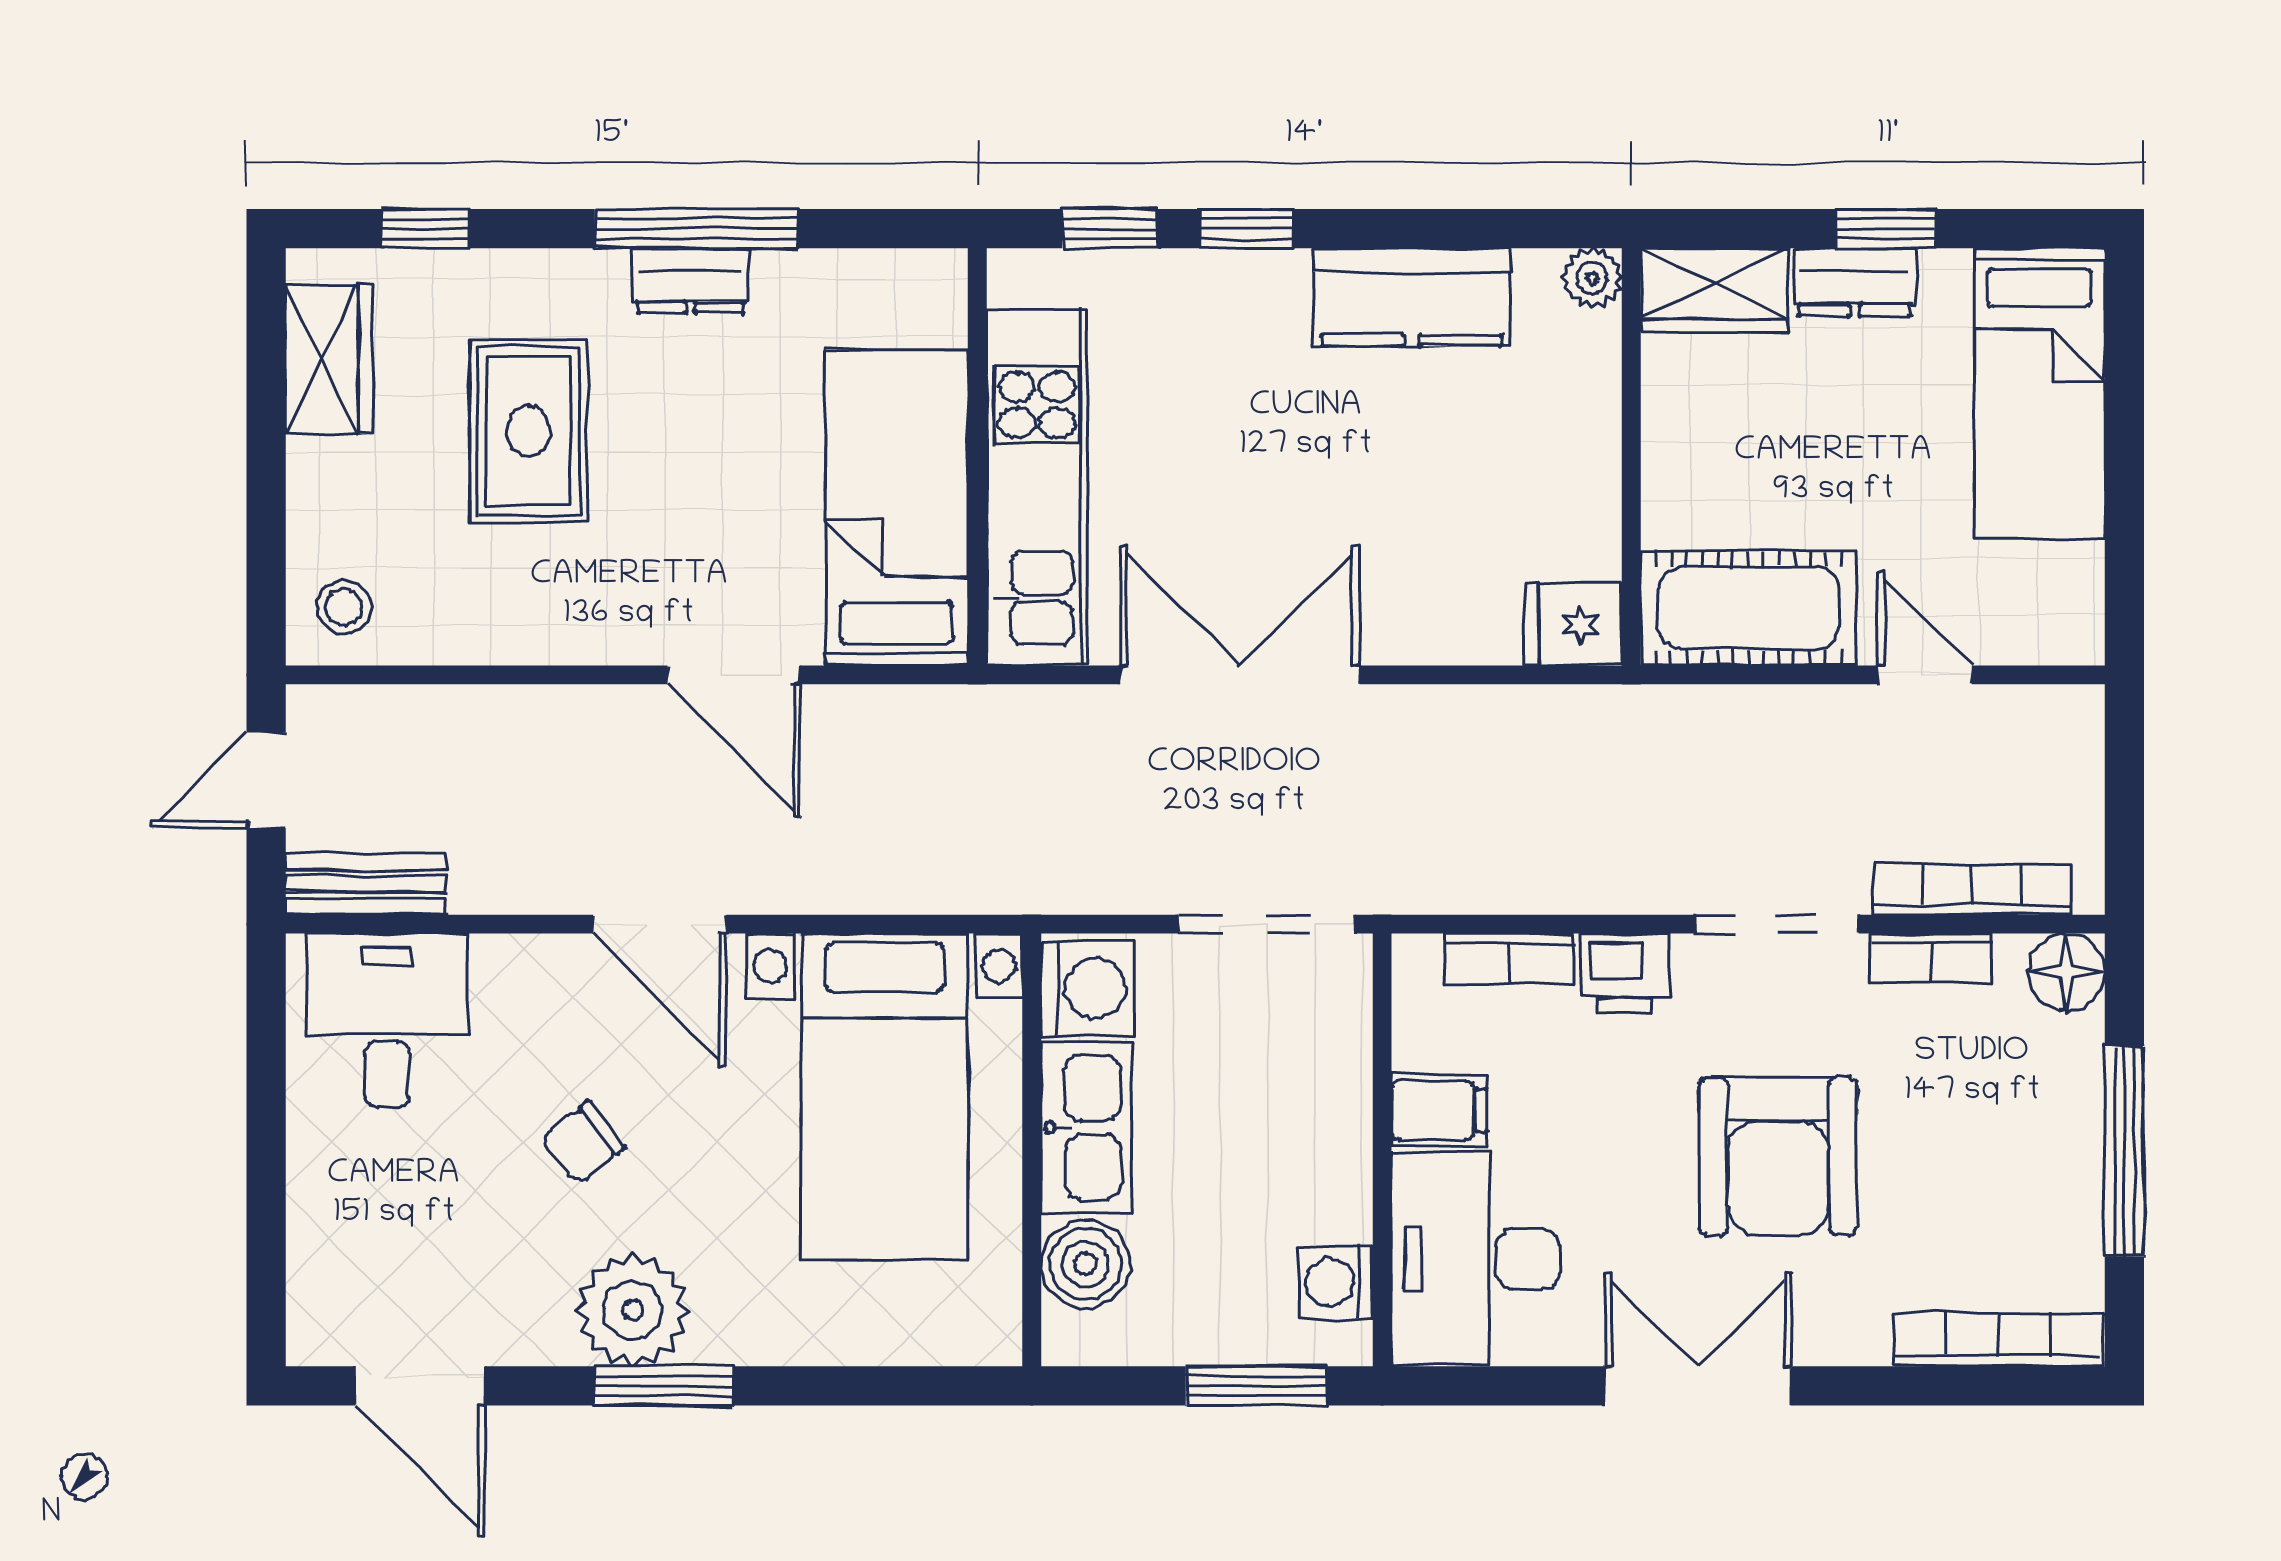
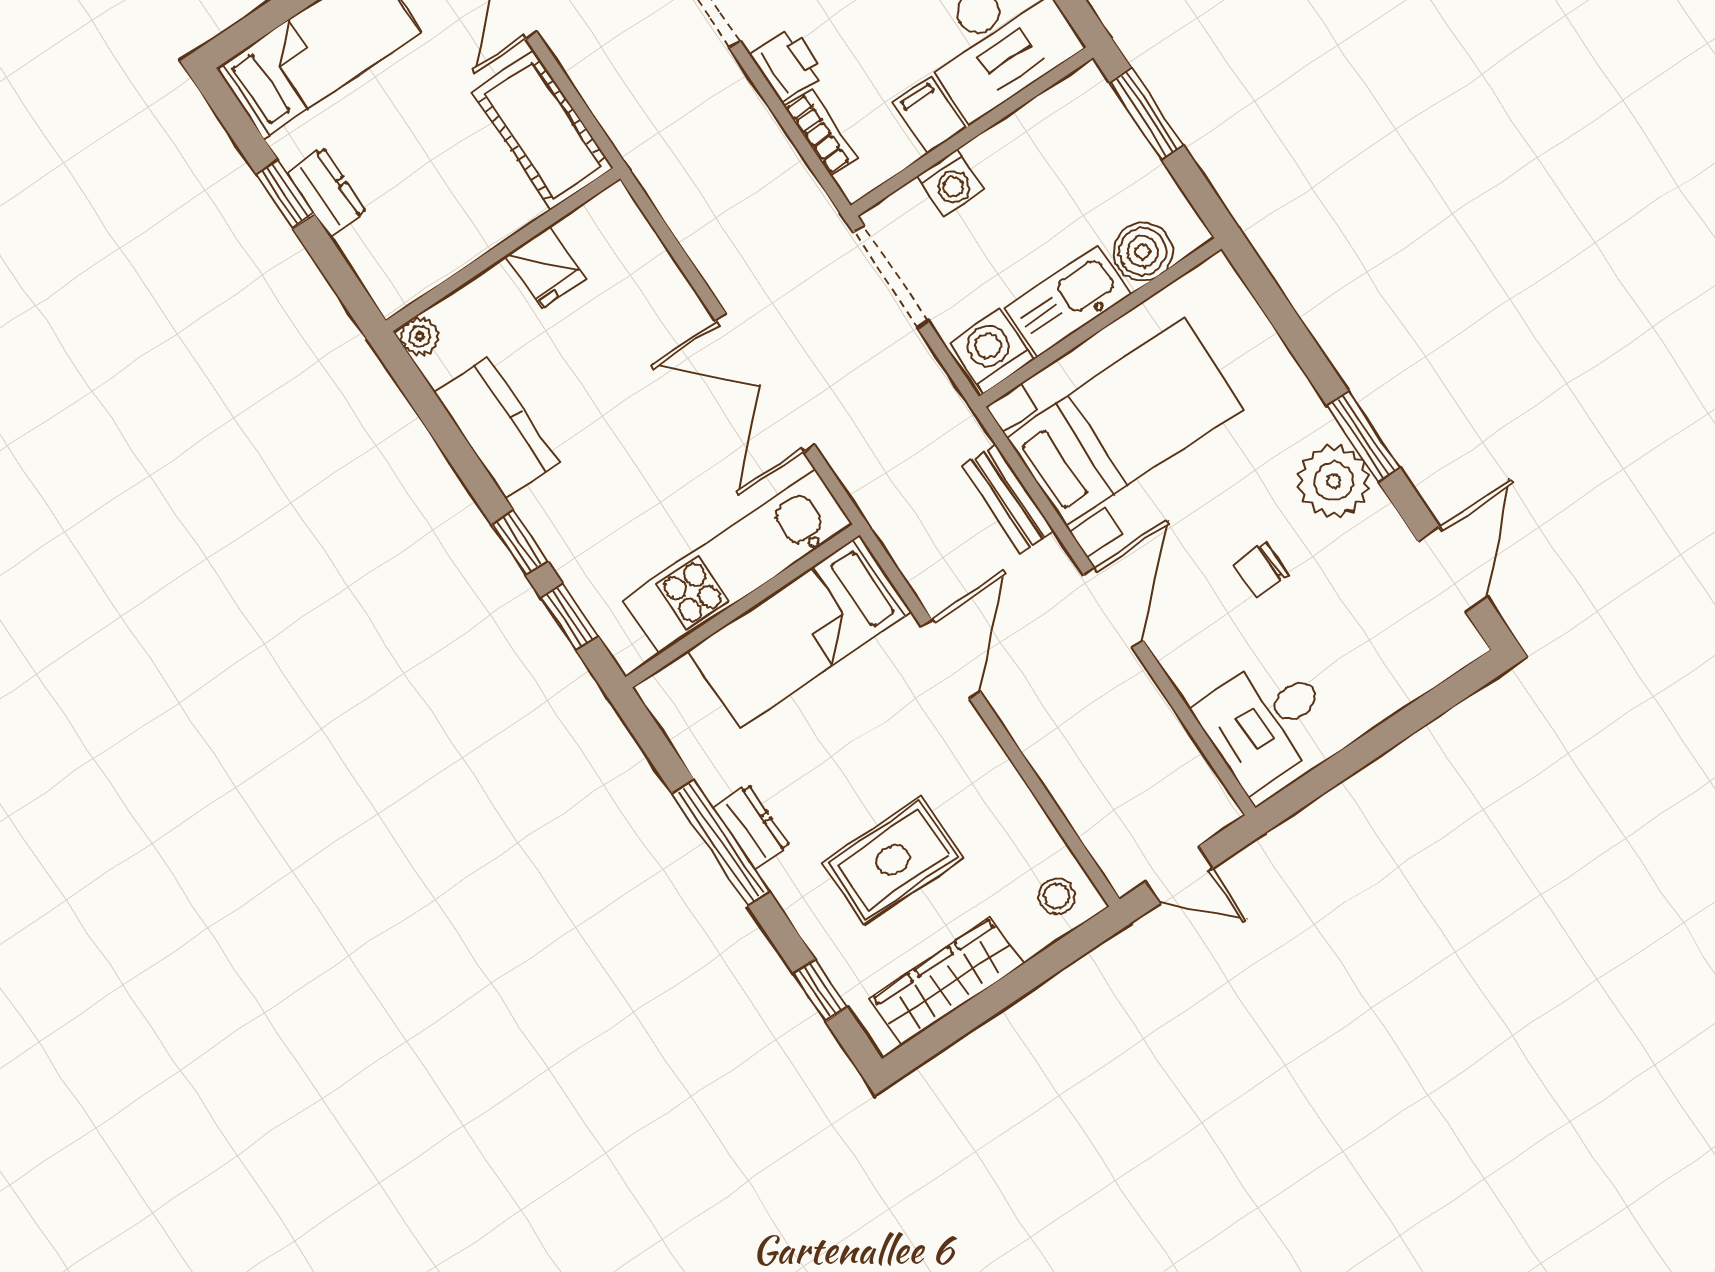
wardrobe: (1715, 290) -> (382, 265), removed
wardrobe: (329, 359) -> (947, 981), width x1.50
fridge: (1573, 624) -> (545, 267), moved
bench: (366, 884) -> (1008, 499), moved
chair: (583, 1143) -> (1261, 570), turned 128
washing machine: (1336, 1282) -> (951, 183), moved

